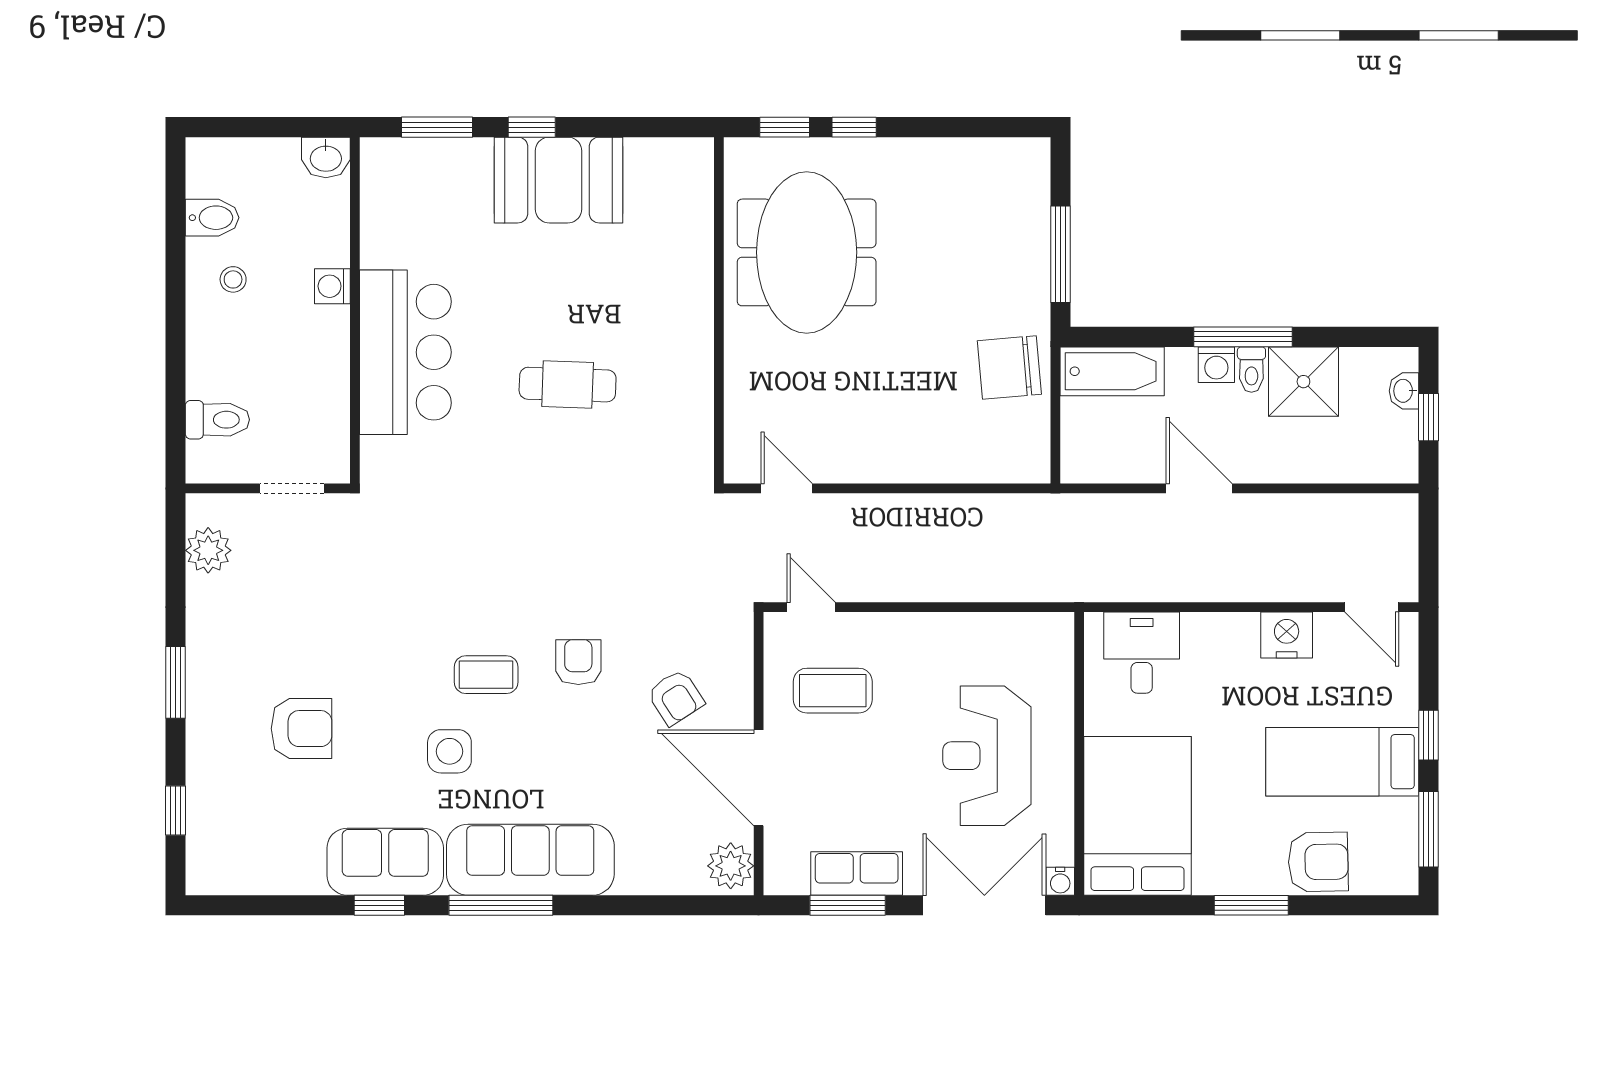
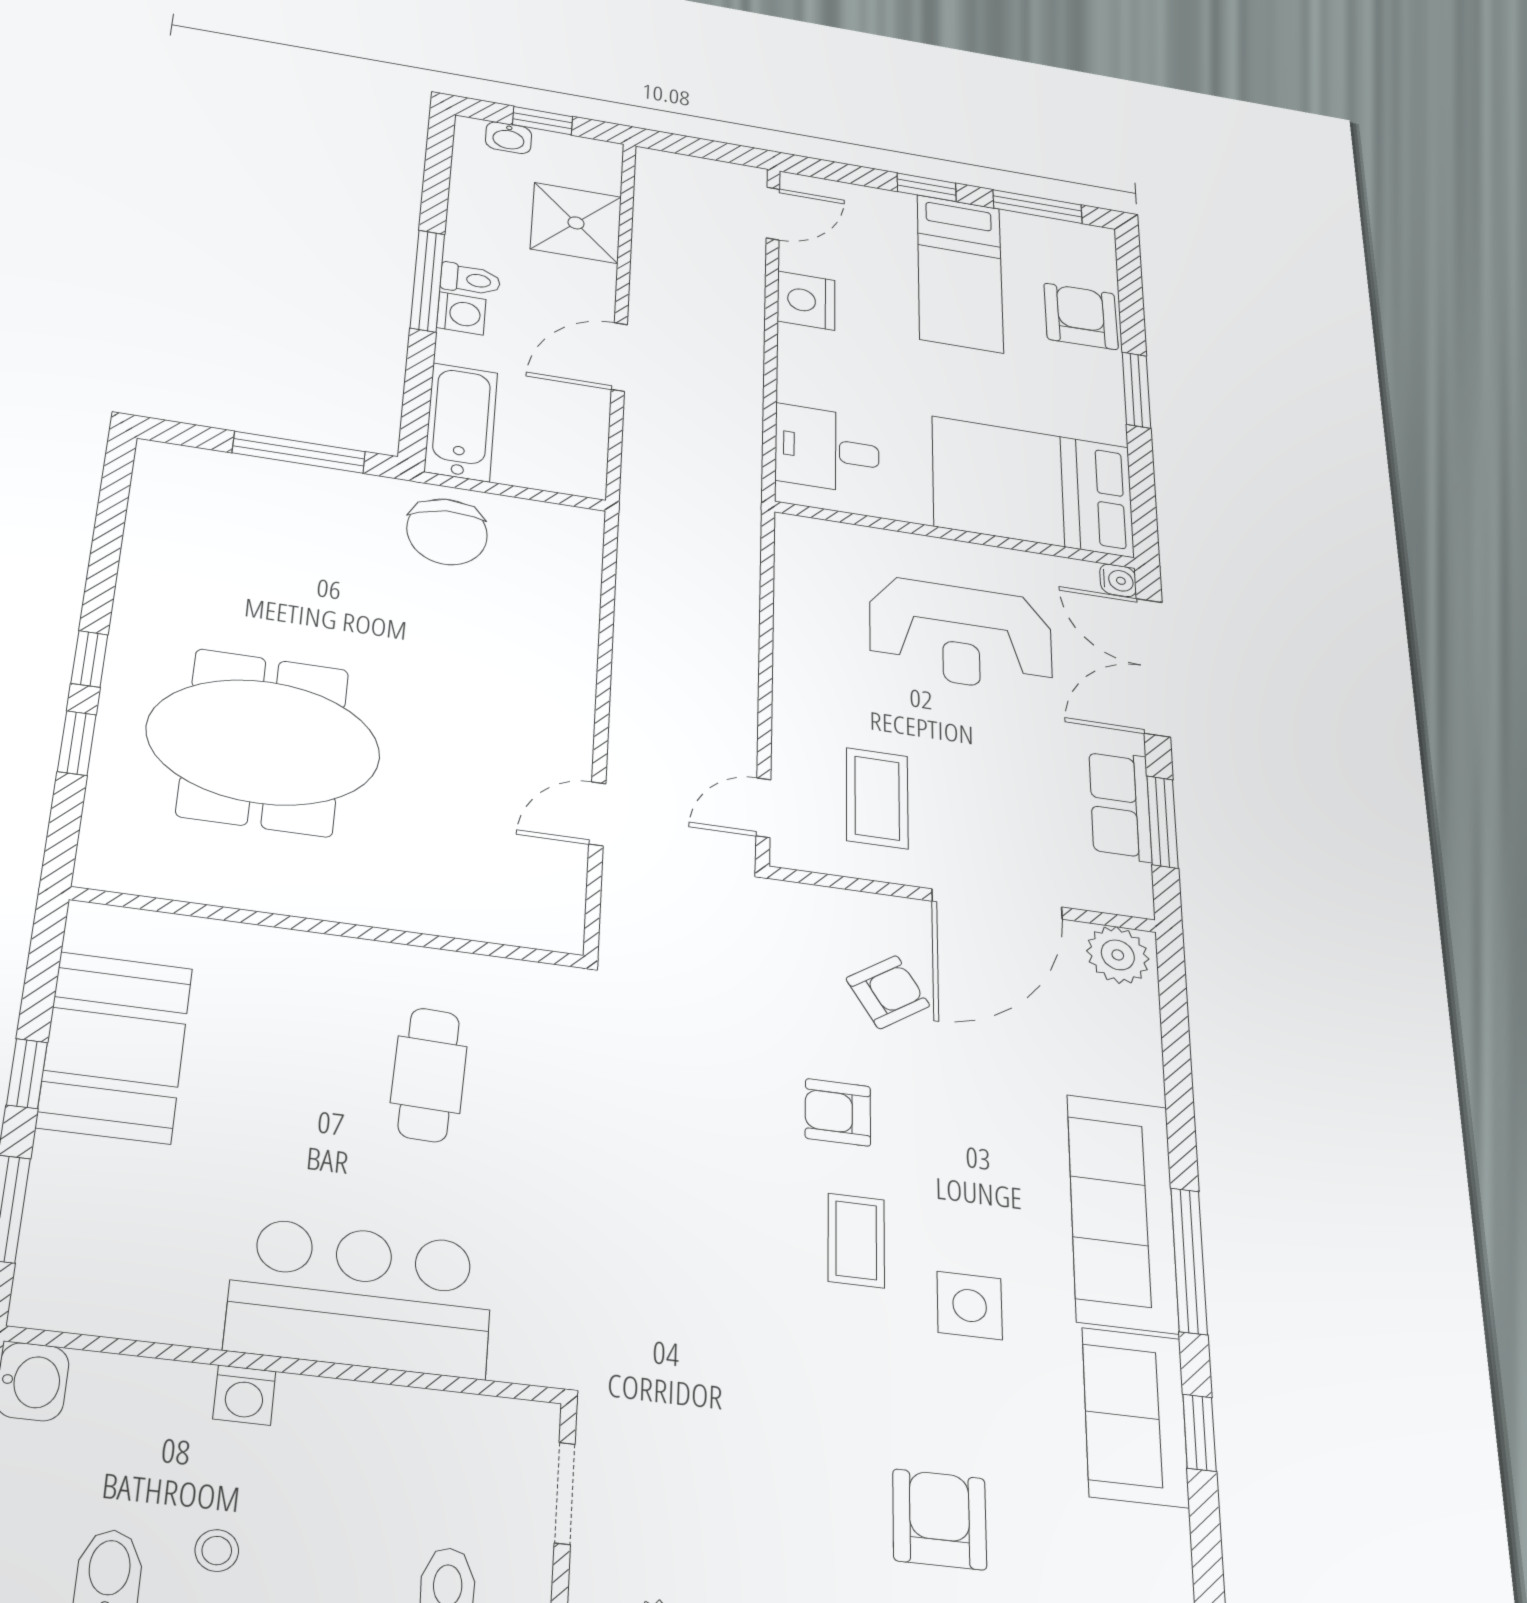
wall: (719, 310) -> (330, 928), moved
shower: (1303, 382) -> (576, 223), moved

